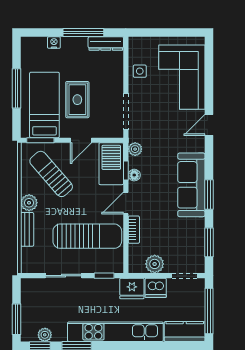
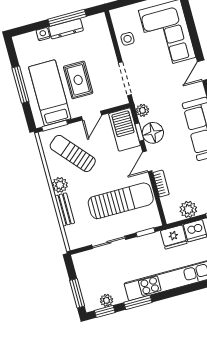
dresser: (106, 44) -> (66, 29), moved
floor lamp: (134, 175) -> (153, 133), width x1.89, depth x1.89

